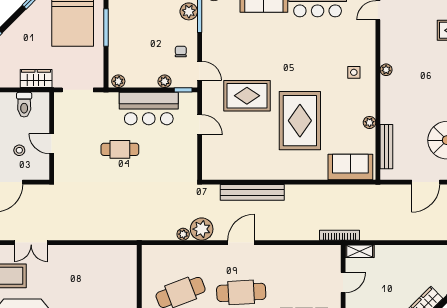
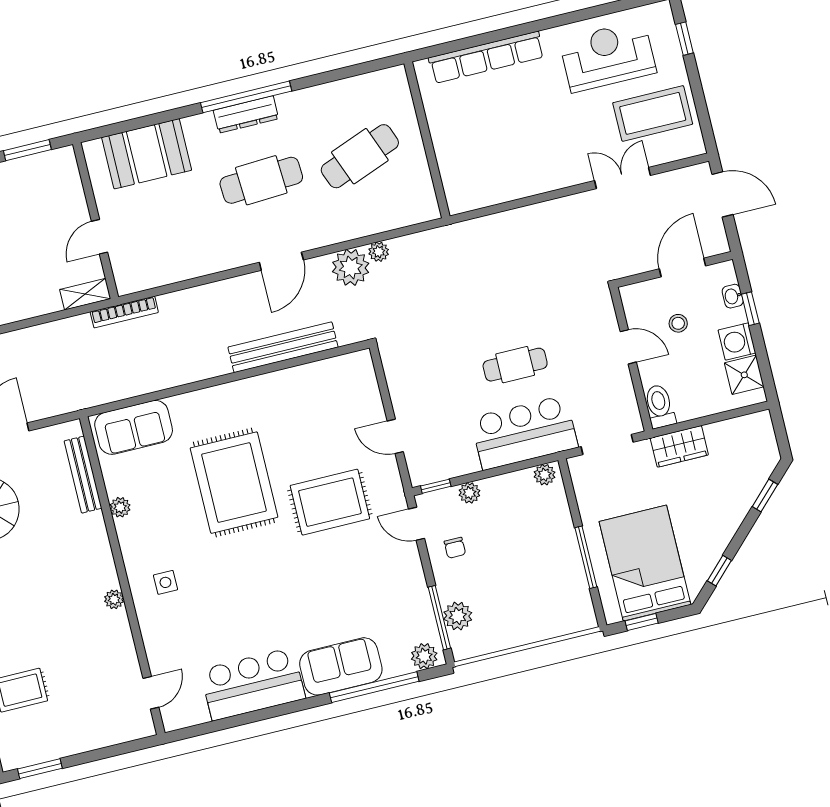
toilet: (24, 105) -> (660, 406), moved
bar counter: (149, 109) -> (524, 433), moved

